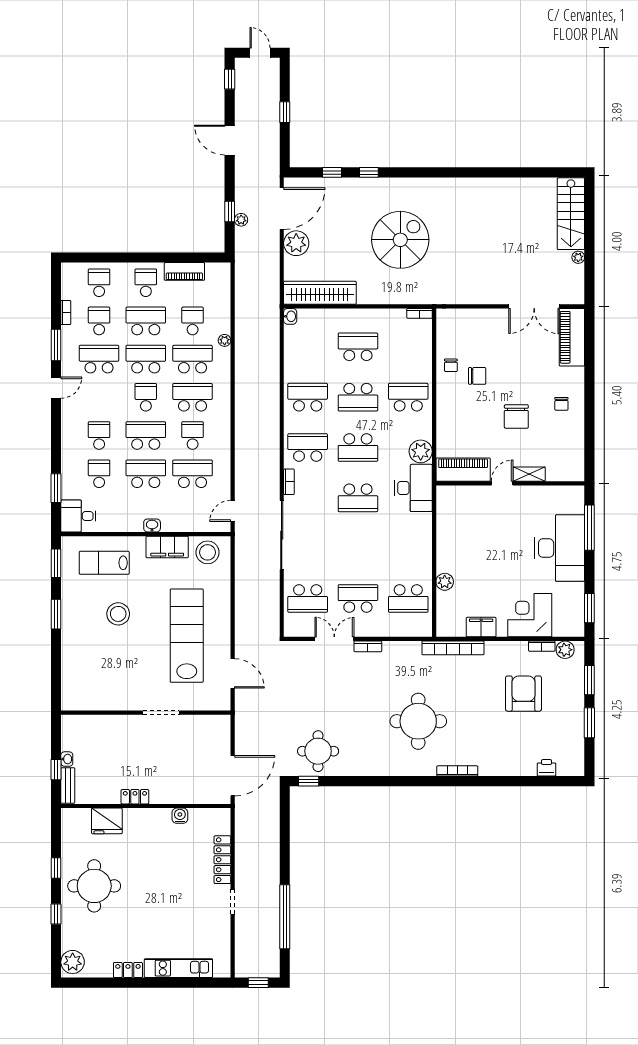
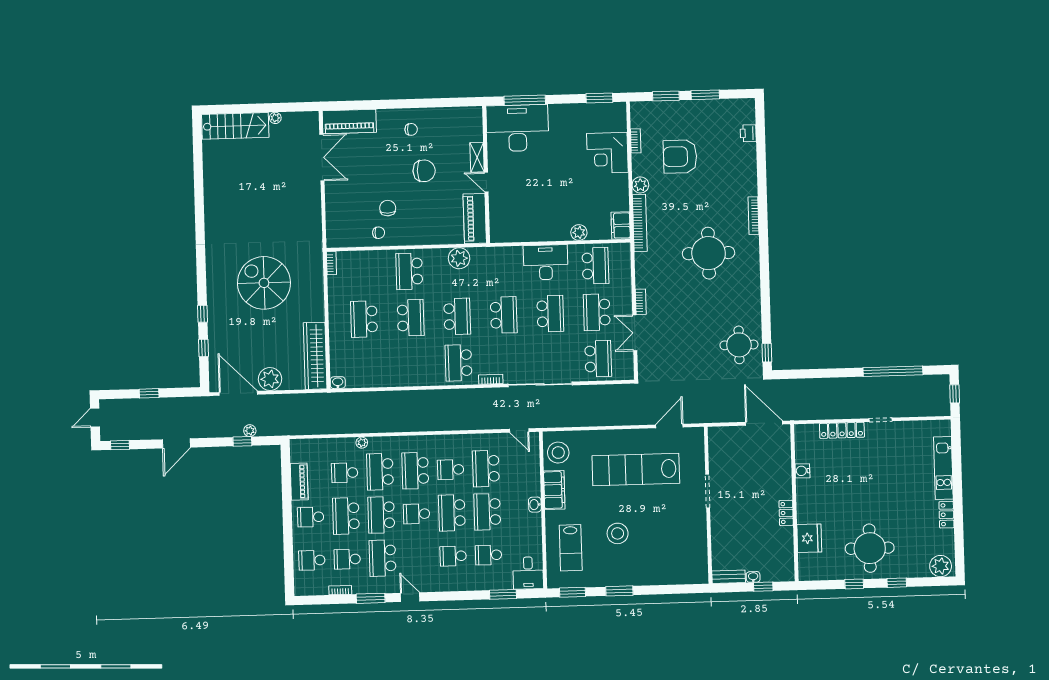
school desk: (308, 397) -> (550, 314), moved, turned 180
desk: (413, 488) -> (546, 262), moved
desk: (560, 548) -> (517, 128), moved
filing cabinet: (481, 627) -> (621, 226), moved
plant: (565, 650) -> (640, 185), moved
bench: (68, 786) -> (729, 577), moved

